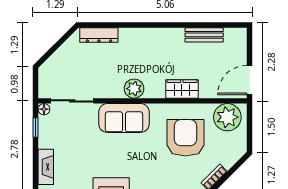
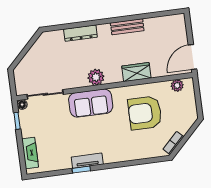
dresser: (99, 35) -> (80, 33), moved
bench: (204, 35) -> (127, 27), moved
plant: (227, 117) -> (177, 85), width x0.53, depth x0.53
armchair: (185, 138) -> (145, 113), turned -90

